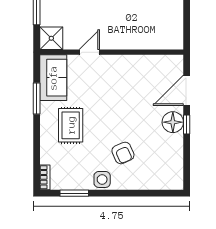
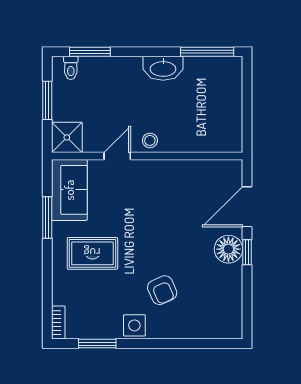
stool: (114, 40) -> (150, 140), added
rug: (71, 125) -> (92, 253), turned 90

